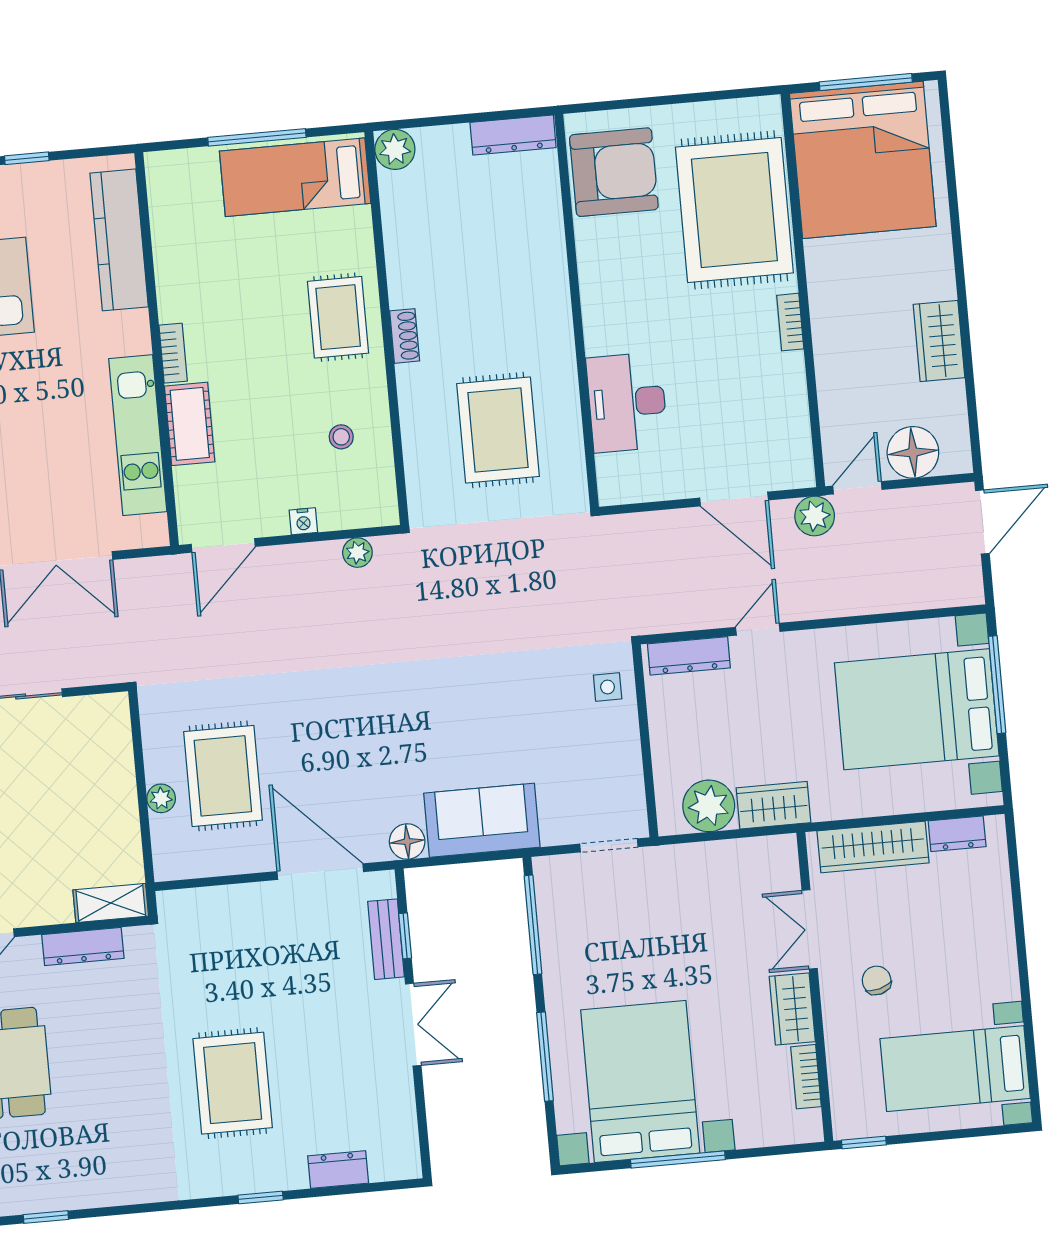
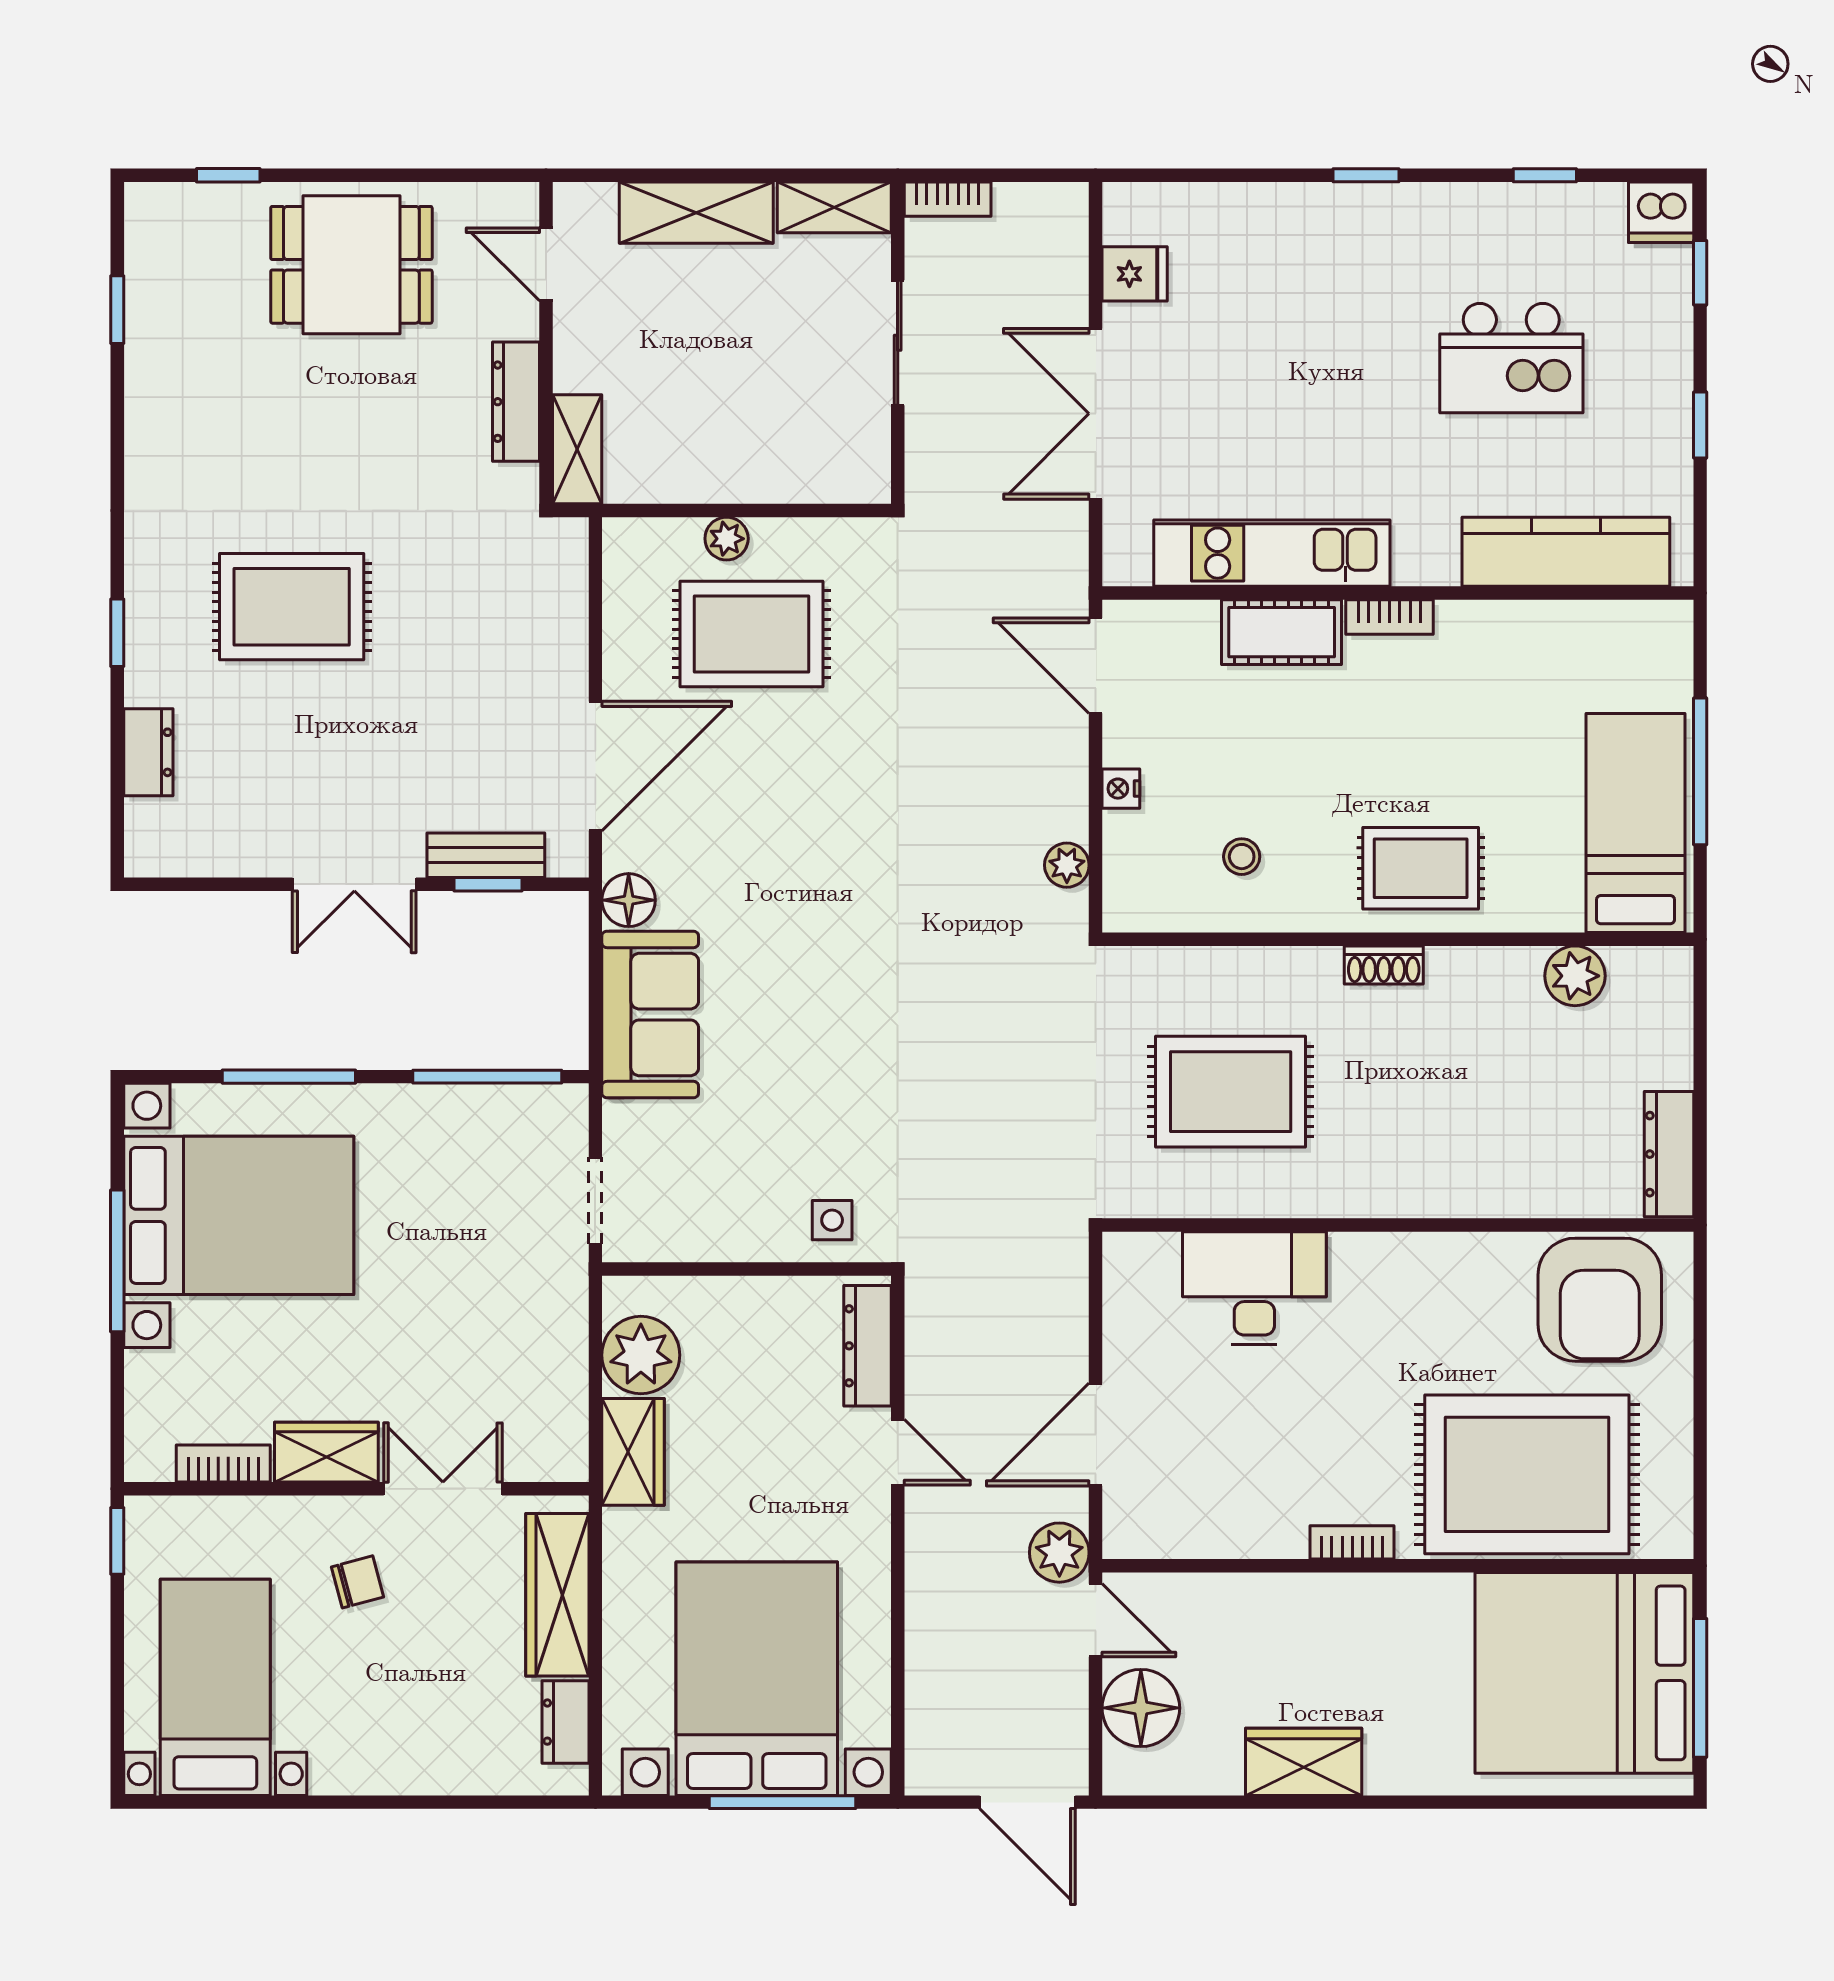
plant: (395, 149) -> (1575, 976), moved

